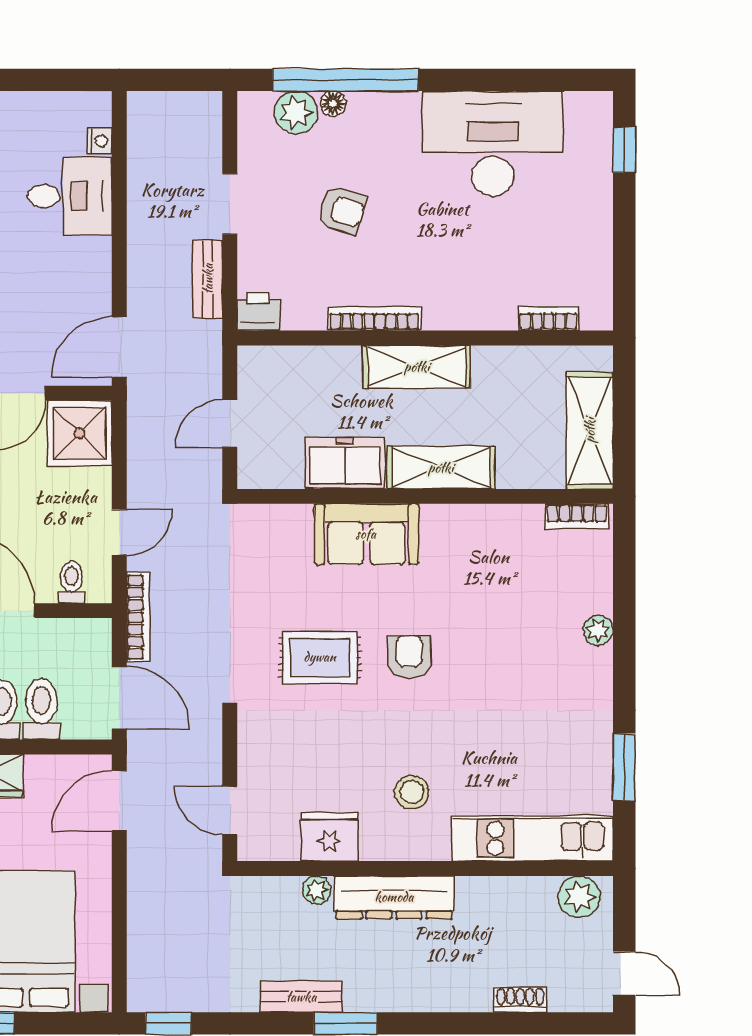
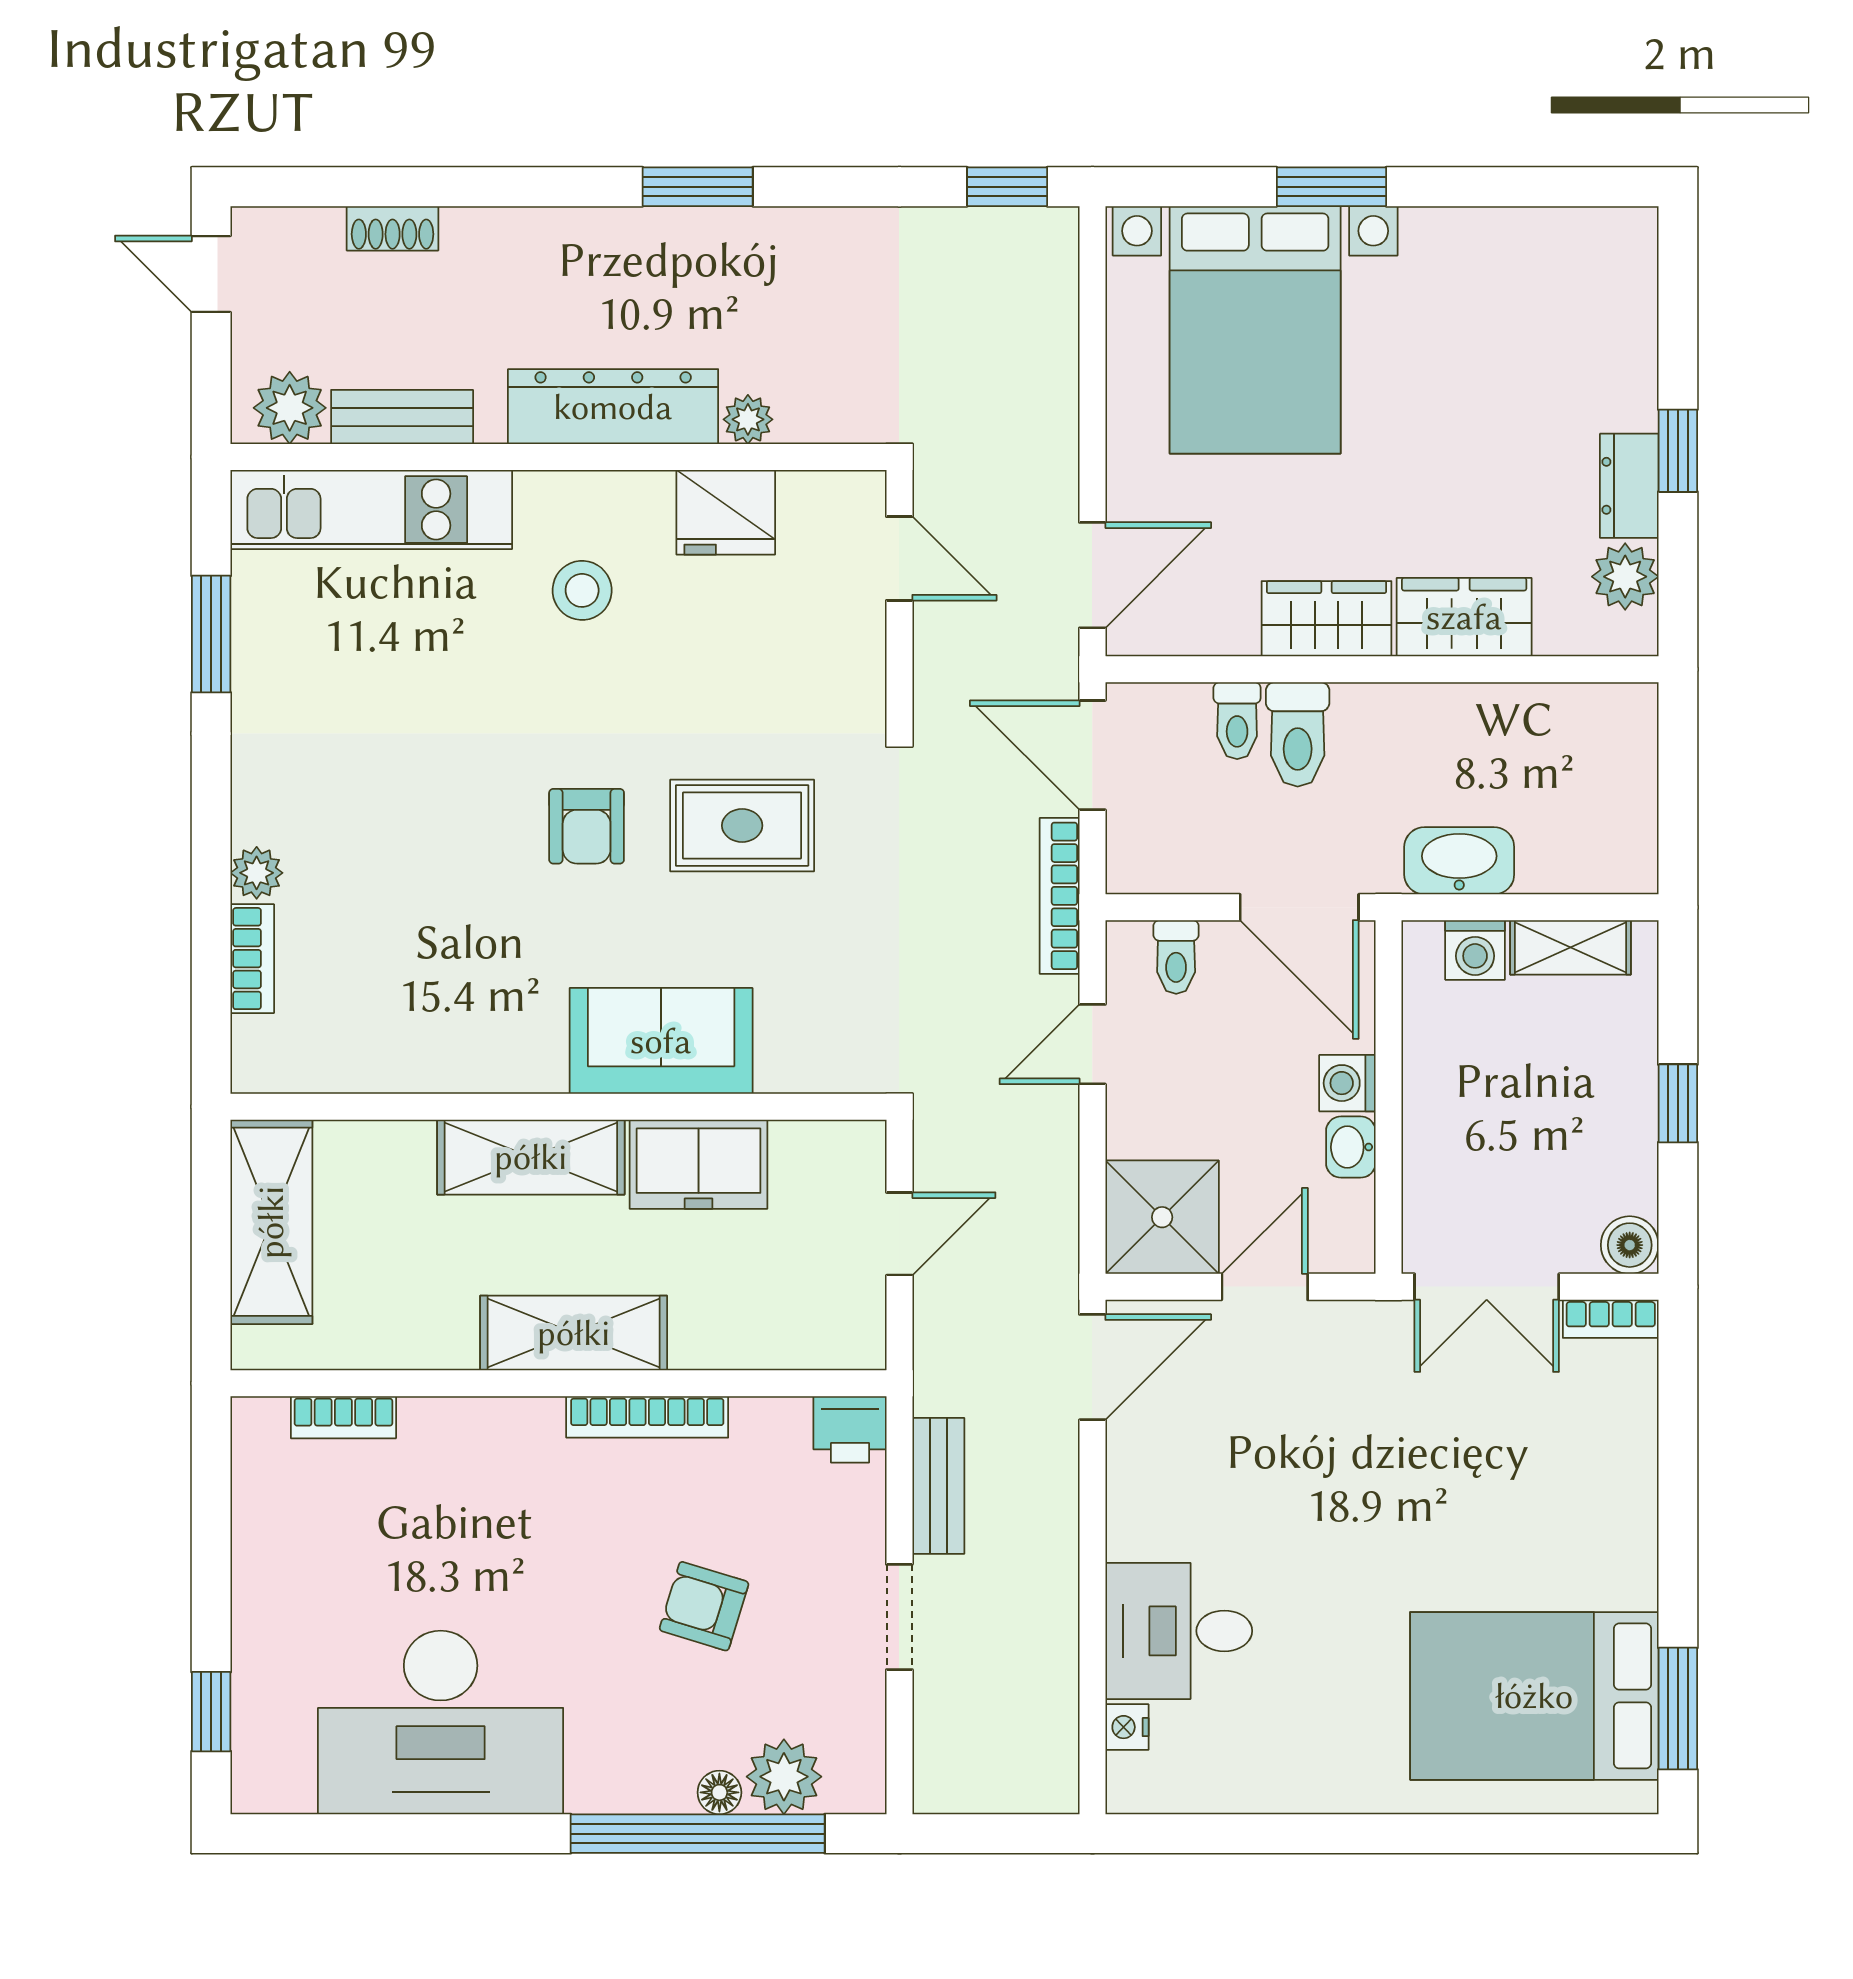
bookcase: (577, 516) -> (252, 959), moved, turned 90
toilet: (41, 709) -> (1237, 721), width x0.73, depth x0.72
bench: (301, 997) -> (402, 417), moved

